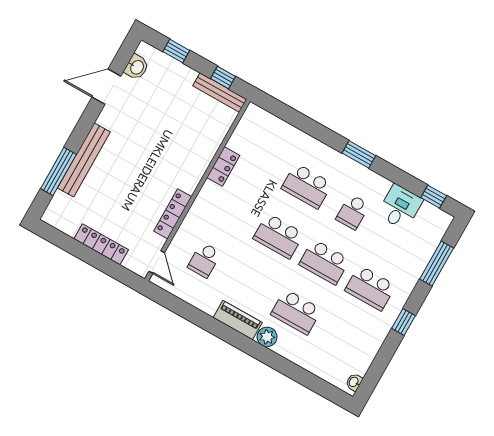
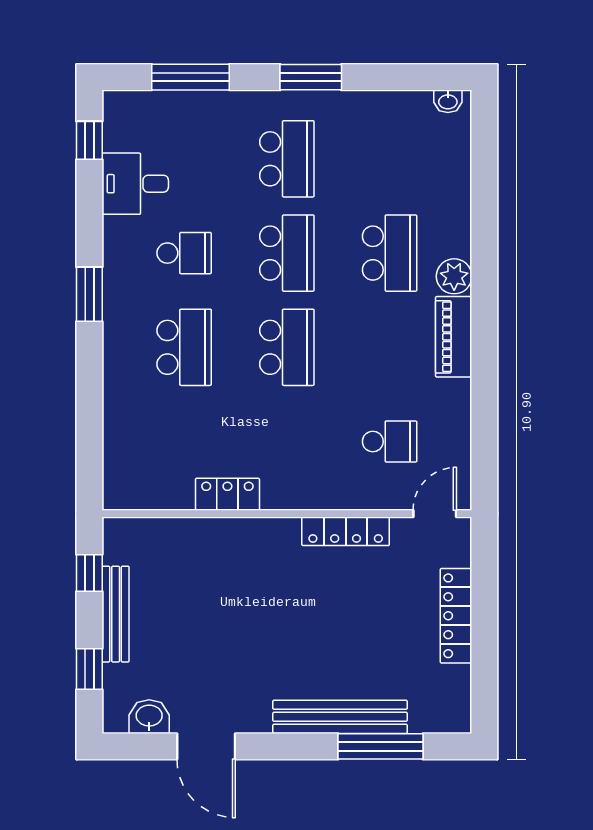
bench: (220, 92) -> (116, 614), moved
window: (404, 322) -> (311, 77), width x1.50

